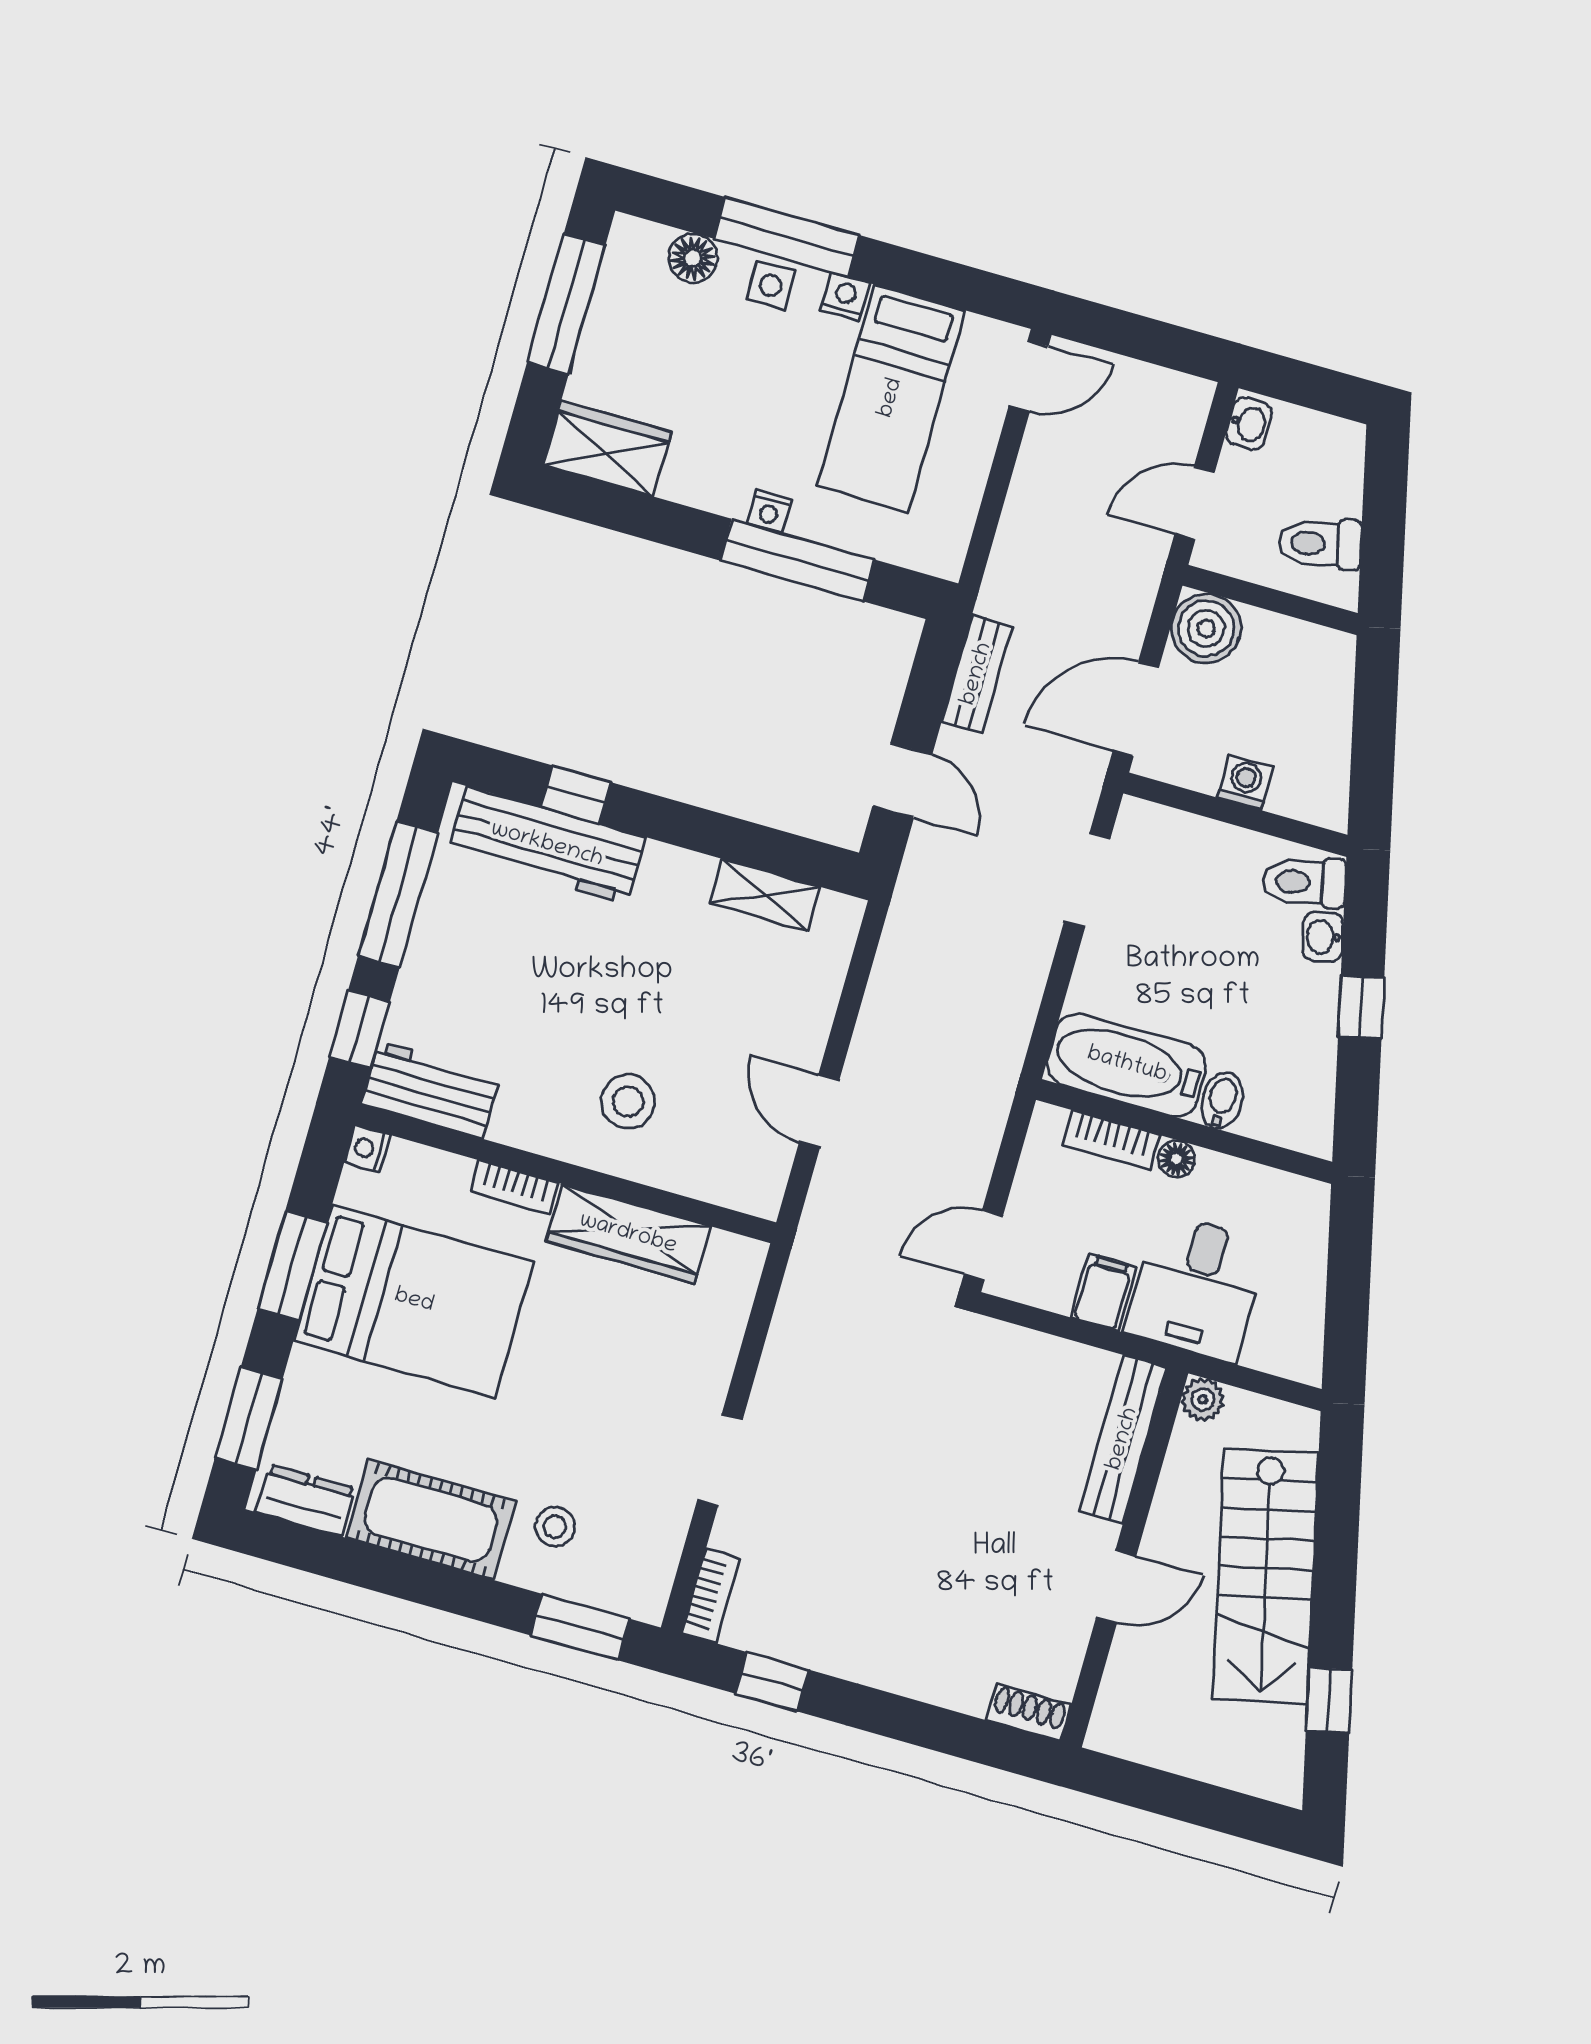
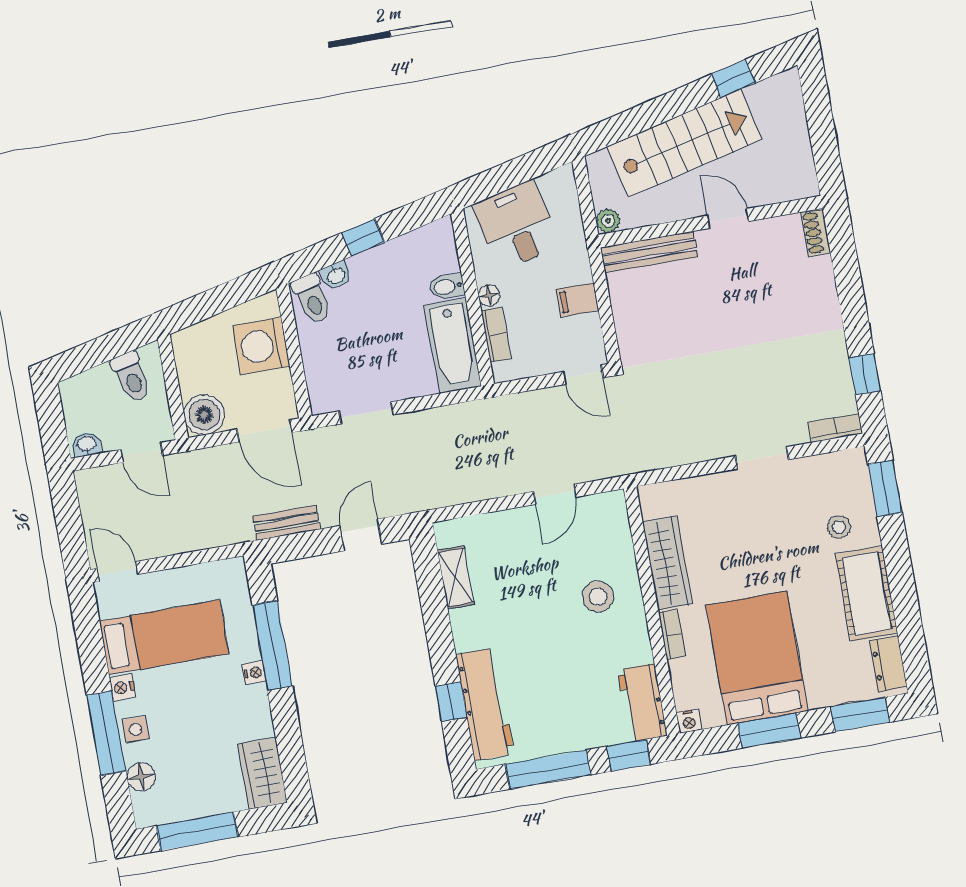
washing machine: (1245, 782) -> (261, 346), width x1.89, depth x1.89
desk: (1196, 1287) -> (517, 225), moved, turned -103

